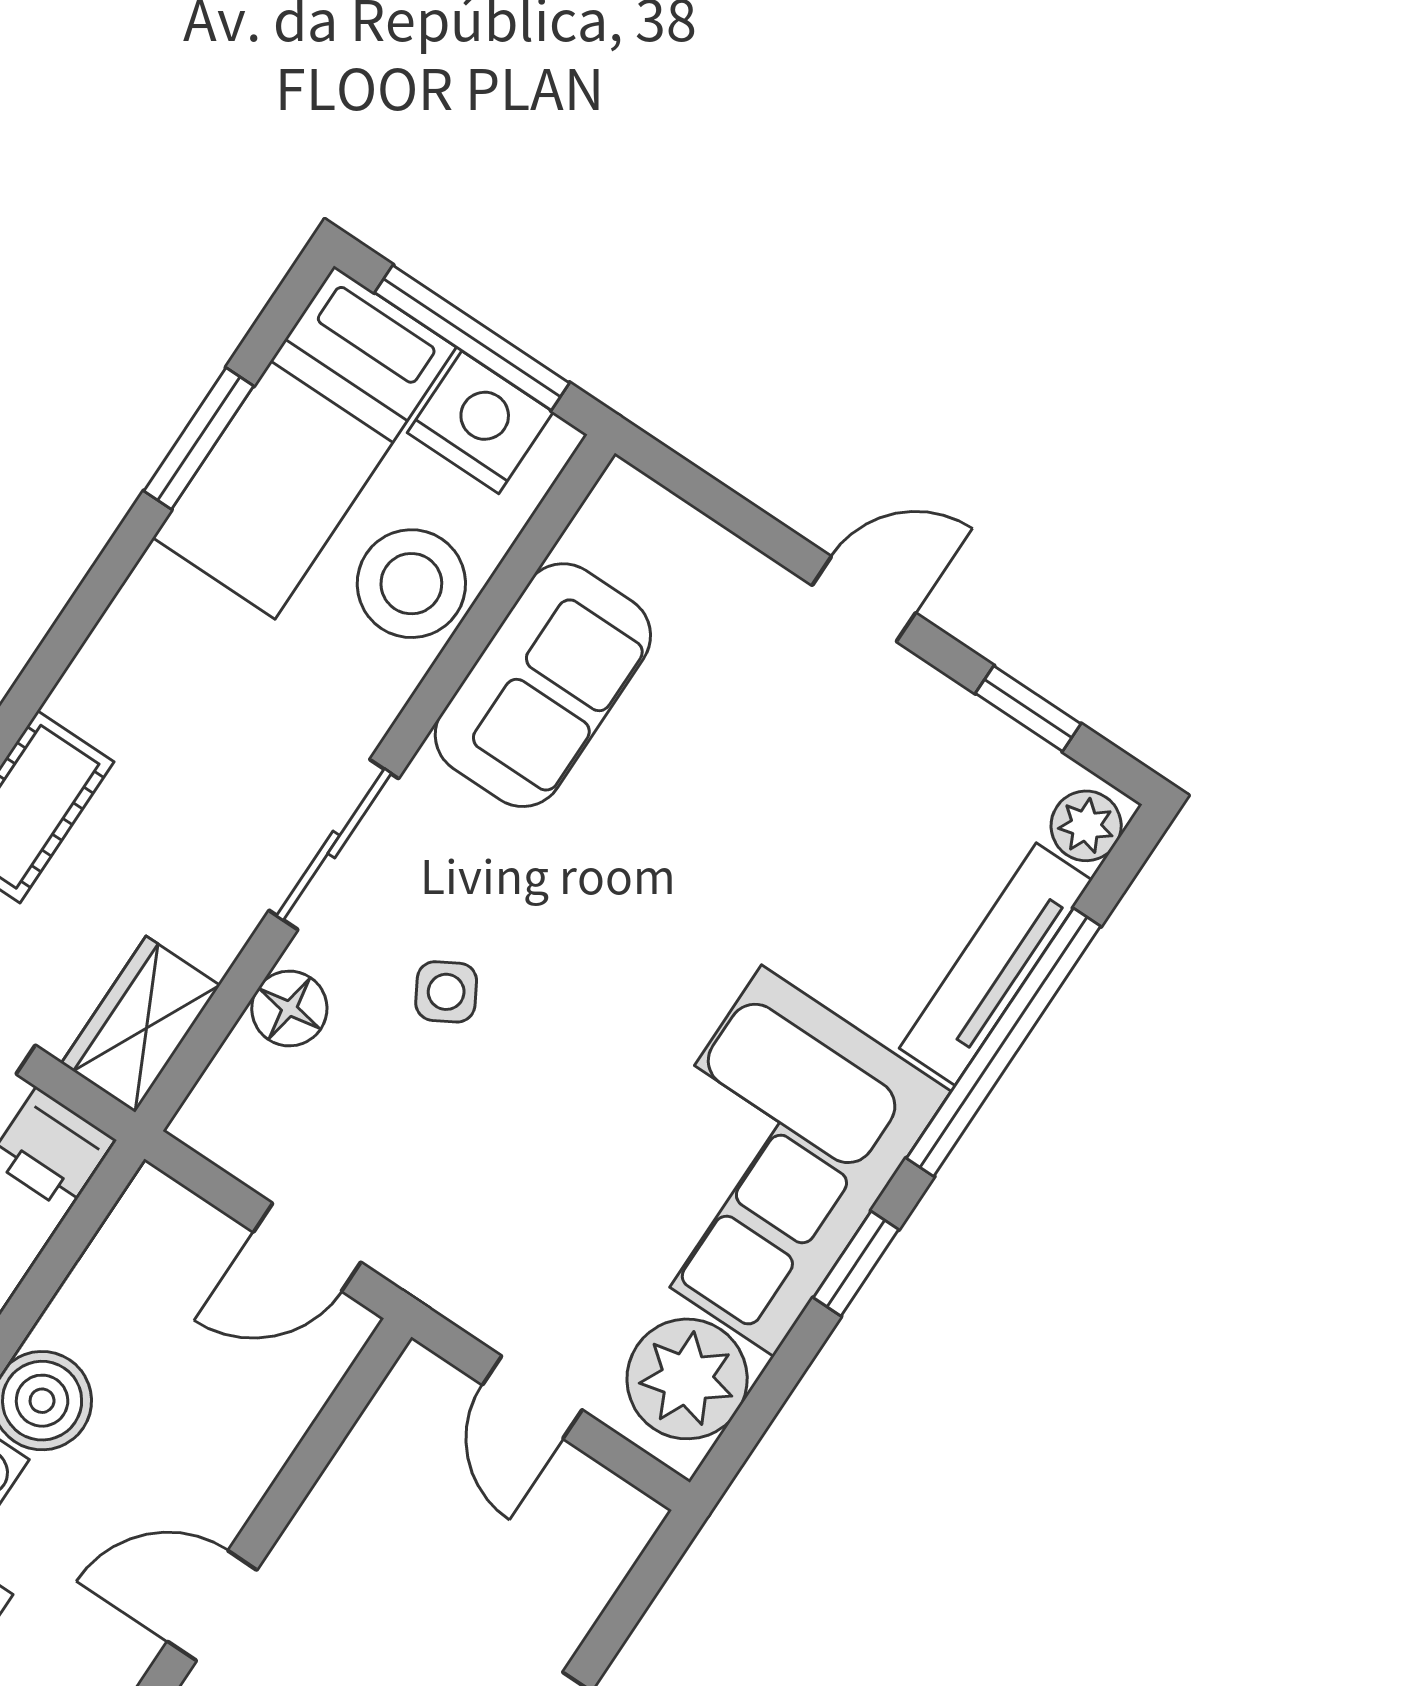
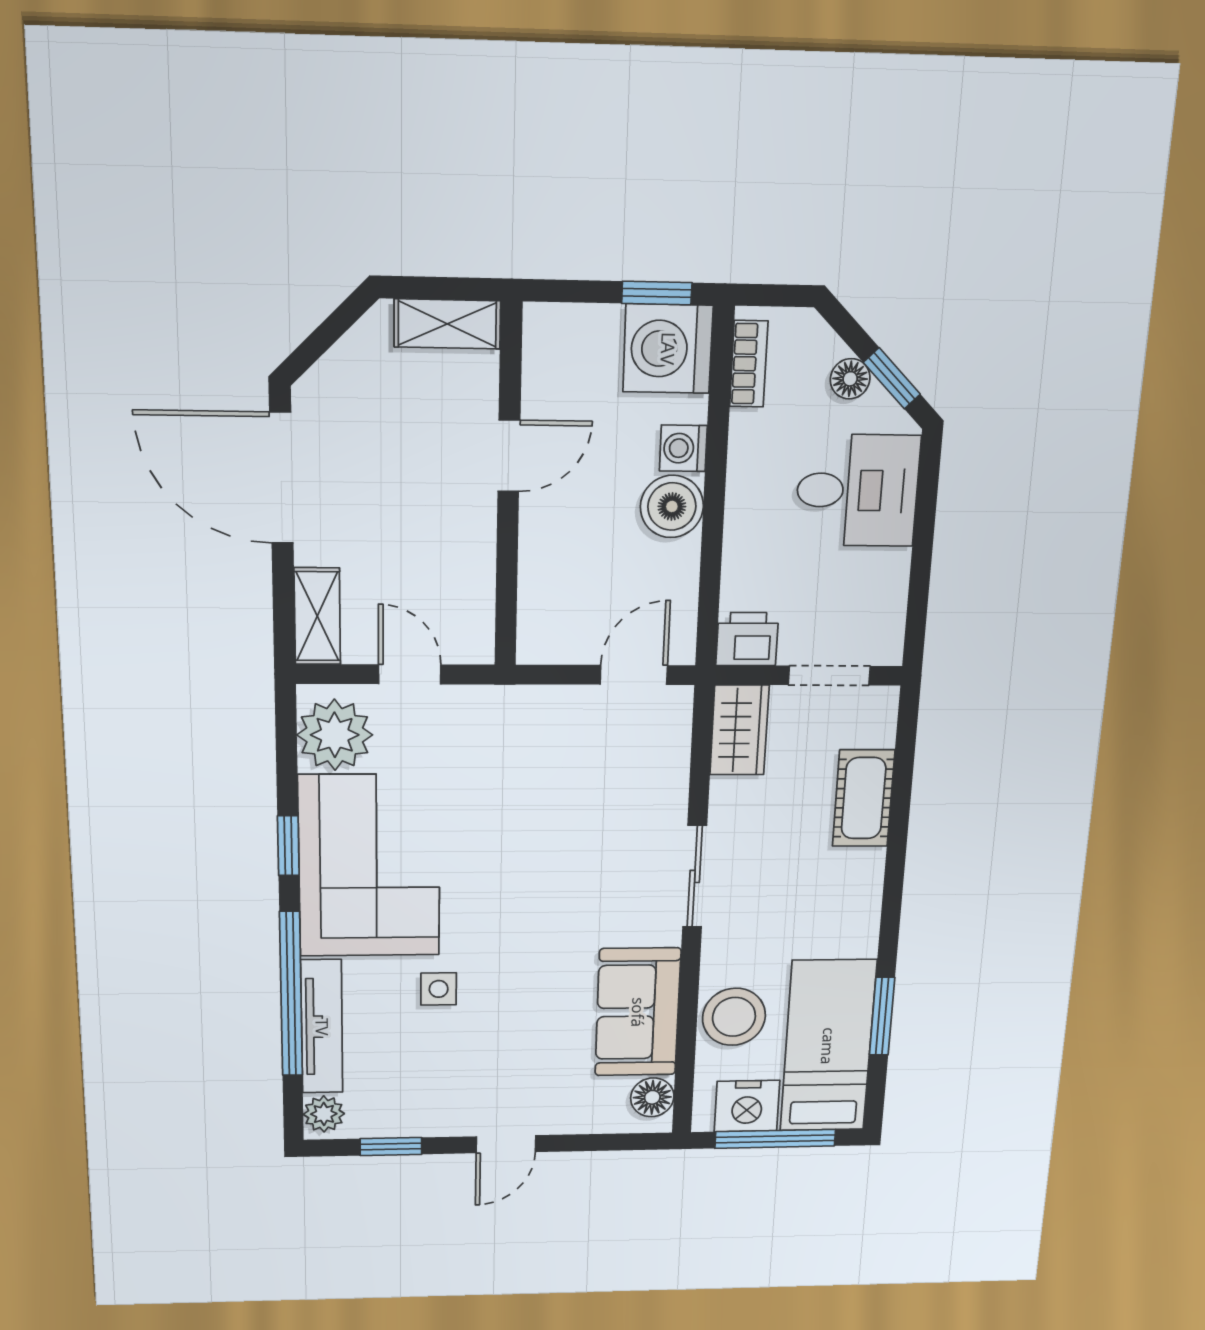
side table: (446, 992) -> (439, 989), moved, turned 30
floor lamp: (289, 1009) -> (652, 1097), moved
door: (307, 1247) -> (634, 675), moved
shelving: (599, 1555) -> (317, 616), added

